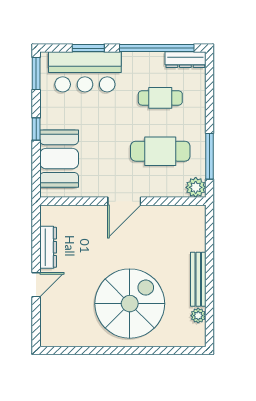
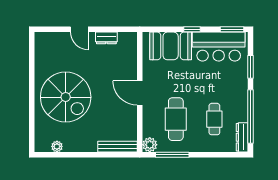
bar counter: (85, 72) -> (219, 47), moved, turned -90
dresser: (48, 247) -> (106, 38), width x0.70
bench: (198, 279) -> (117, 147), moved

